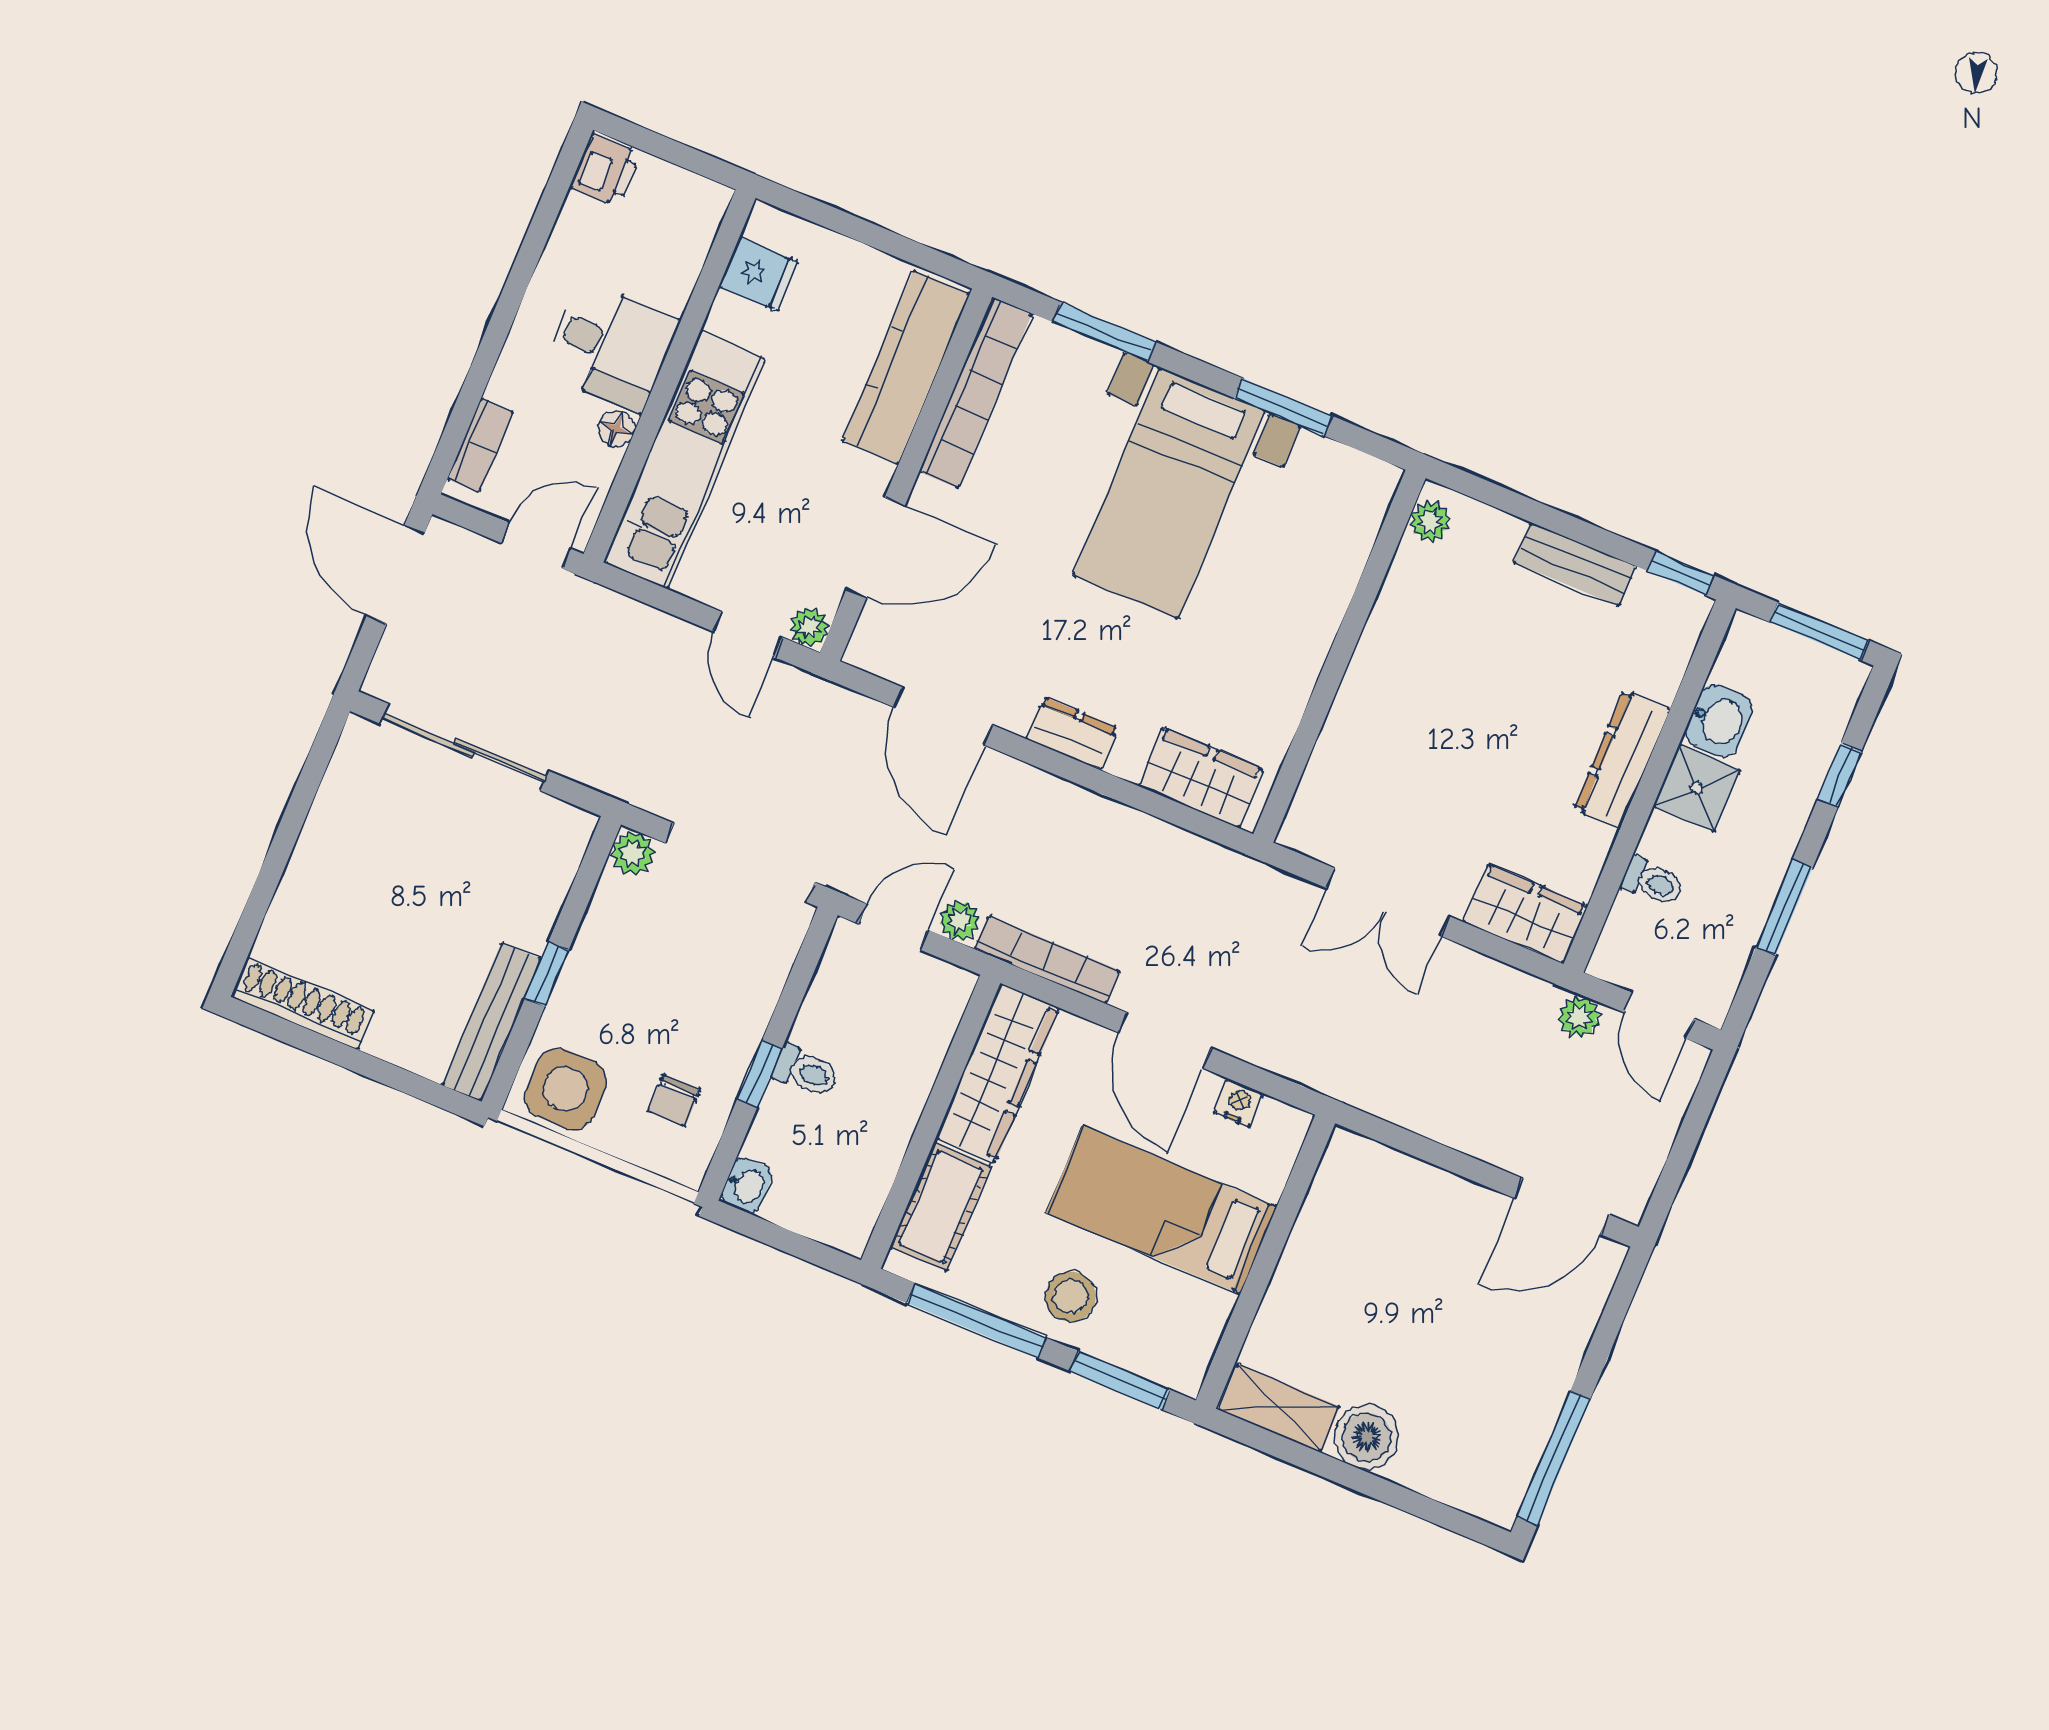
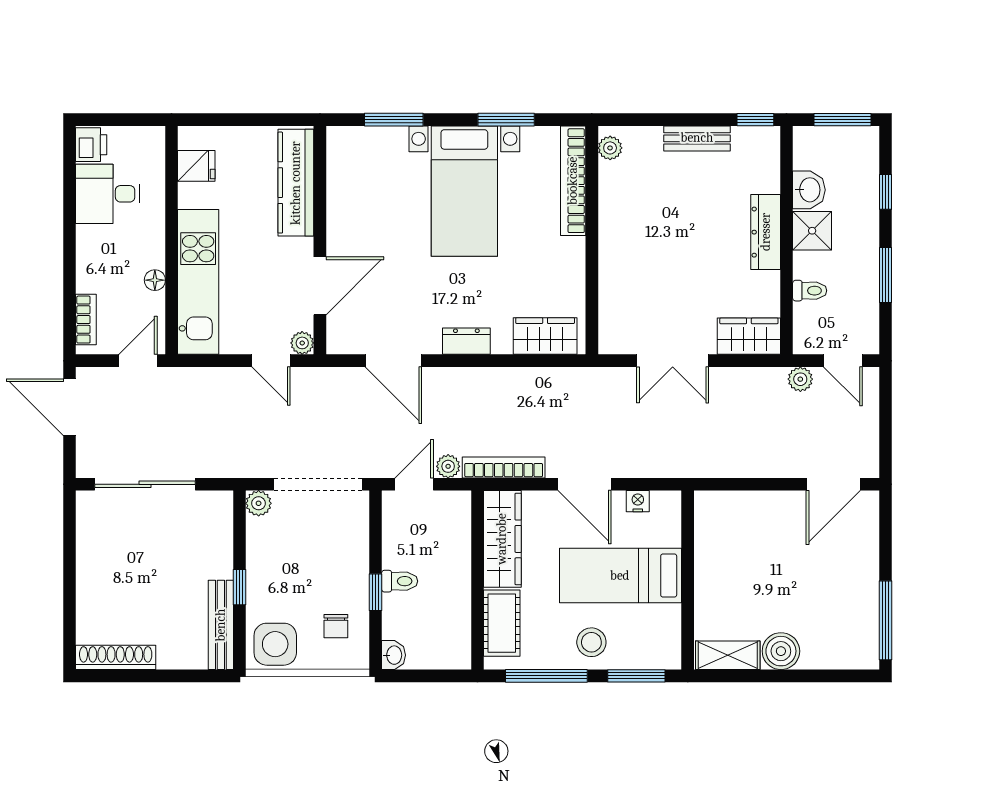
desk: (610, 346) -> (108, 194), moved, turned 180
bookcase: (975, 393) -> (573, 181), moved, turned 180

